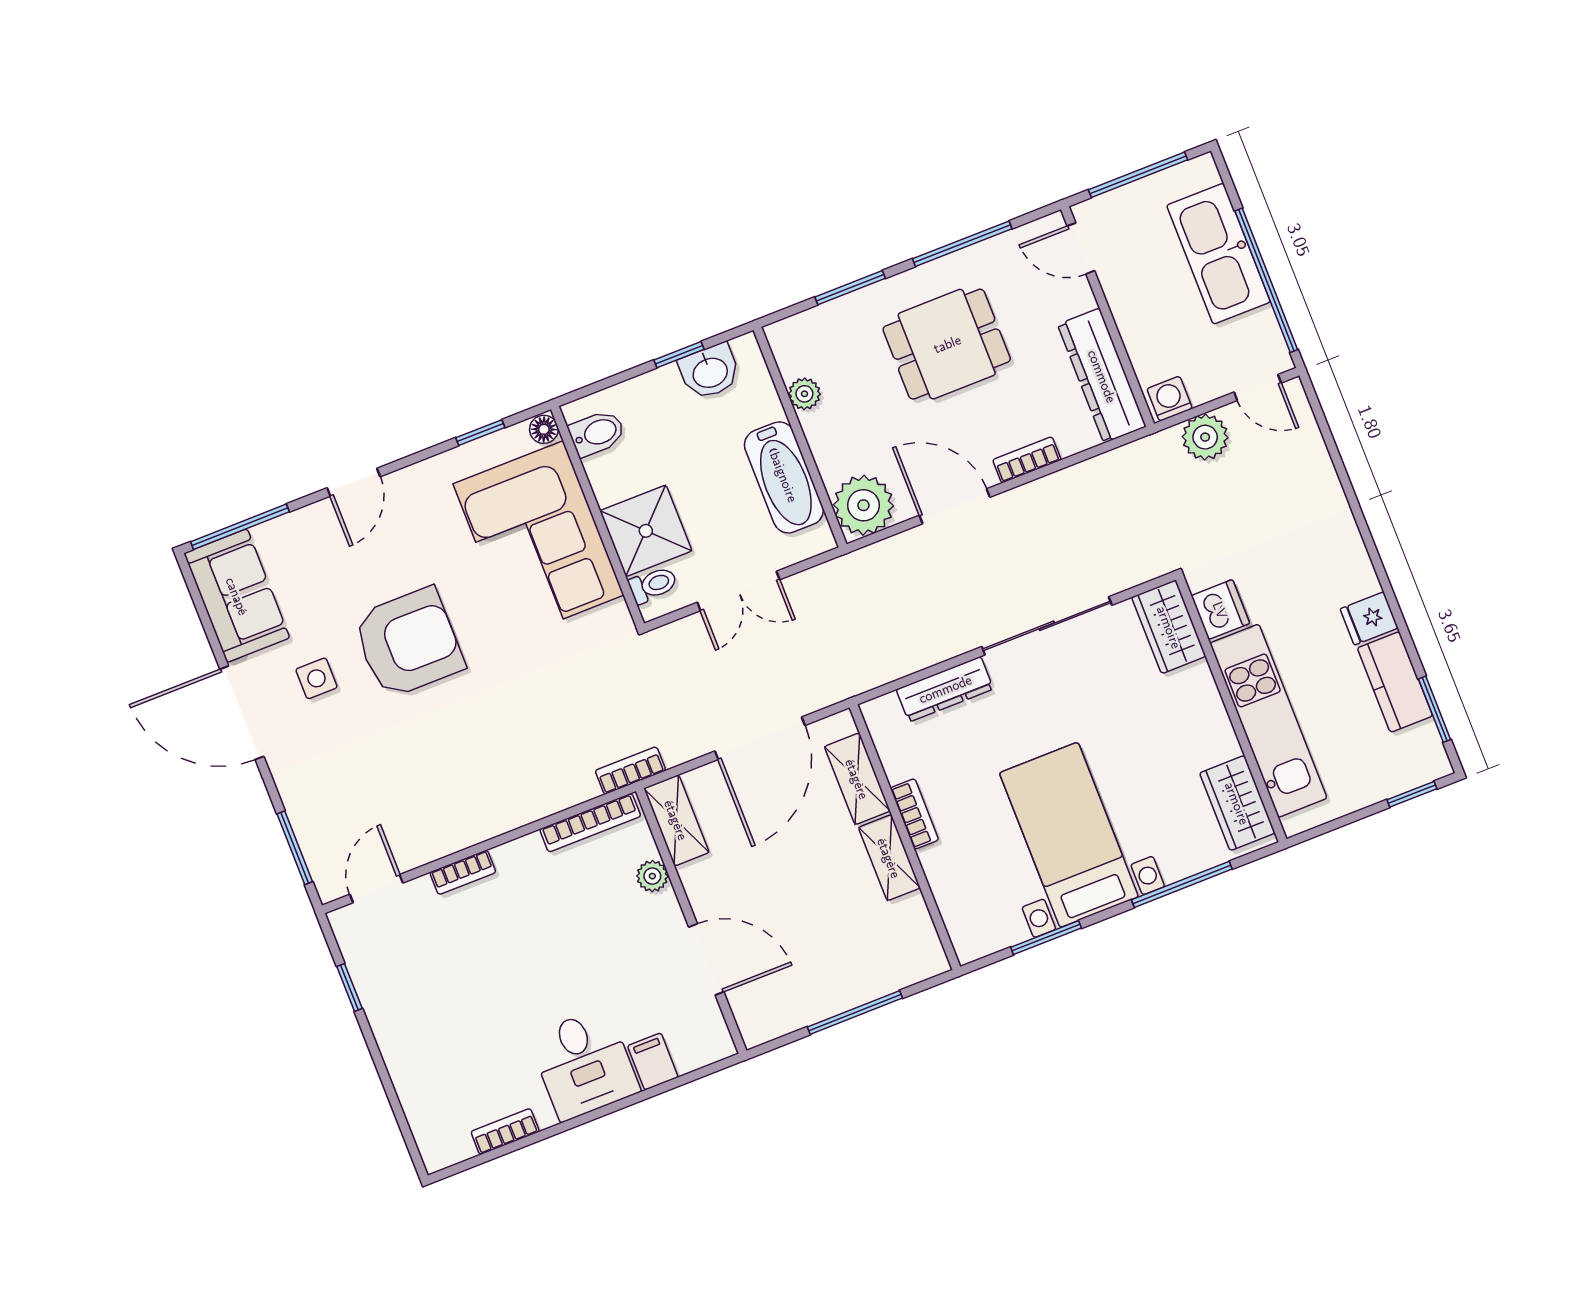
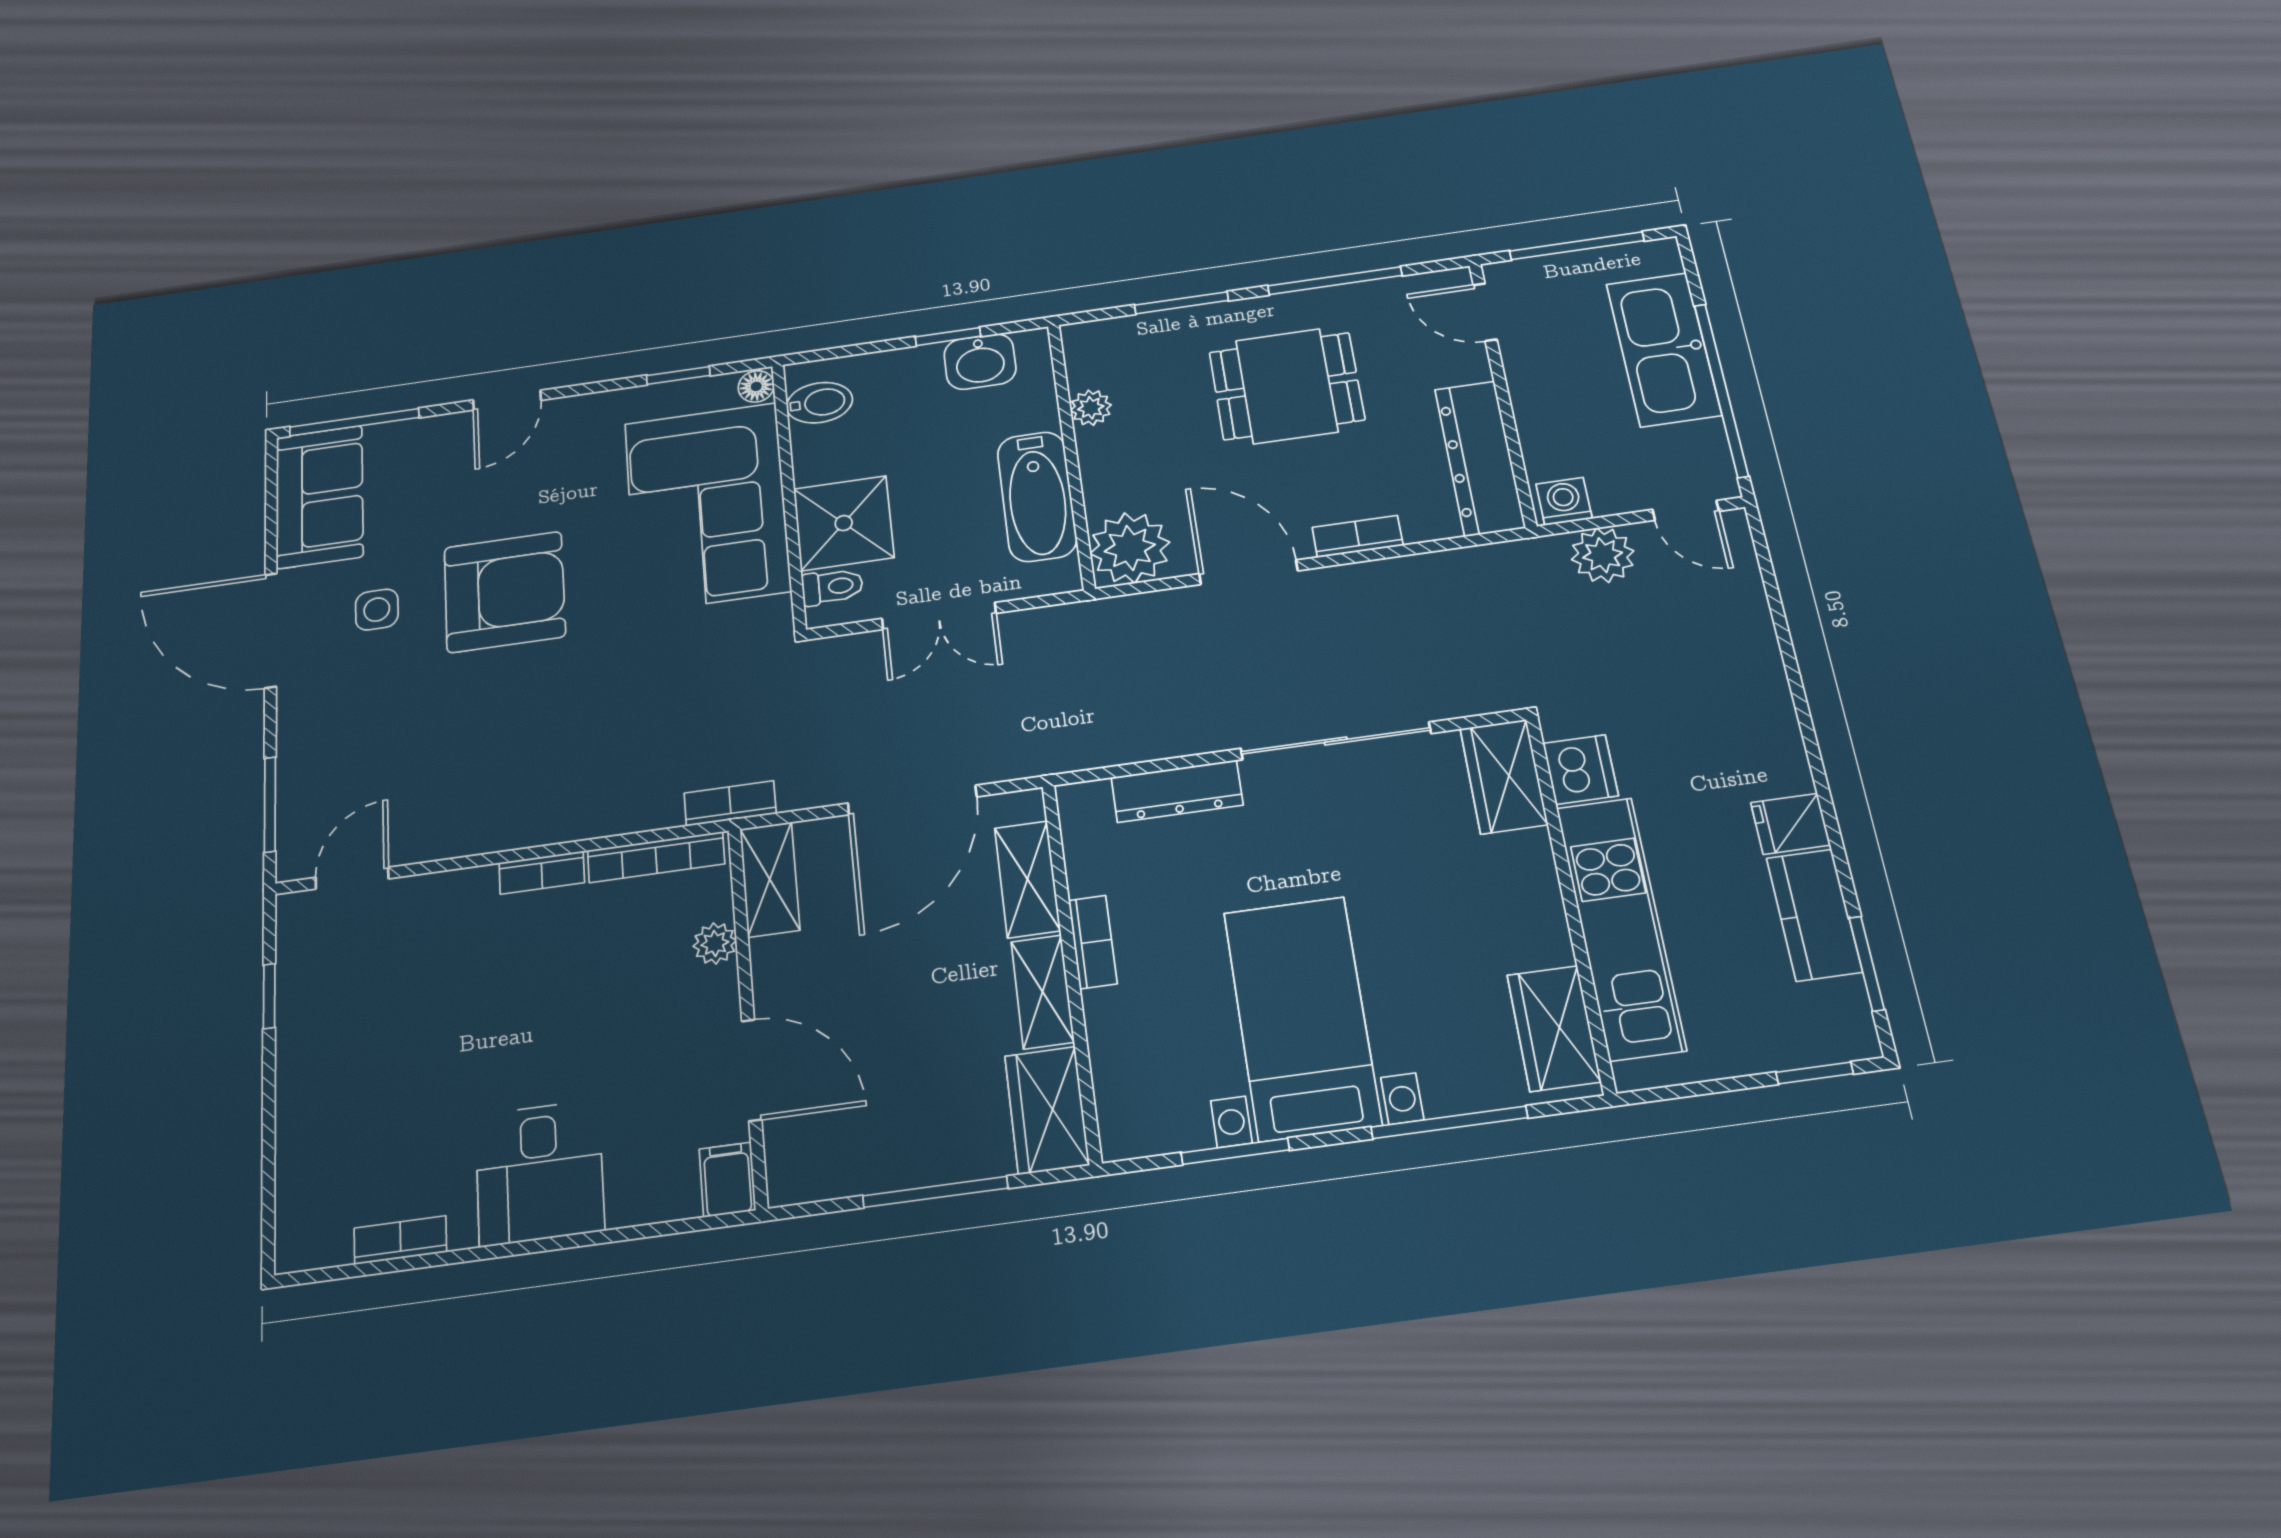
bookcase: (463, 872) -> (542, 873), moved
wardrobe: (914, 939) -> (1047, 1110), added
filing cabinet: (653, 1062) -> (727, 1180), moved

